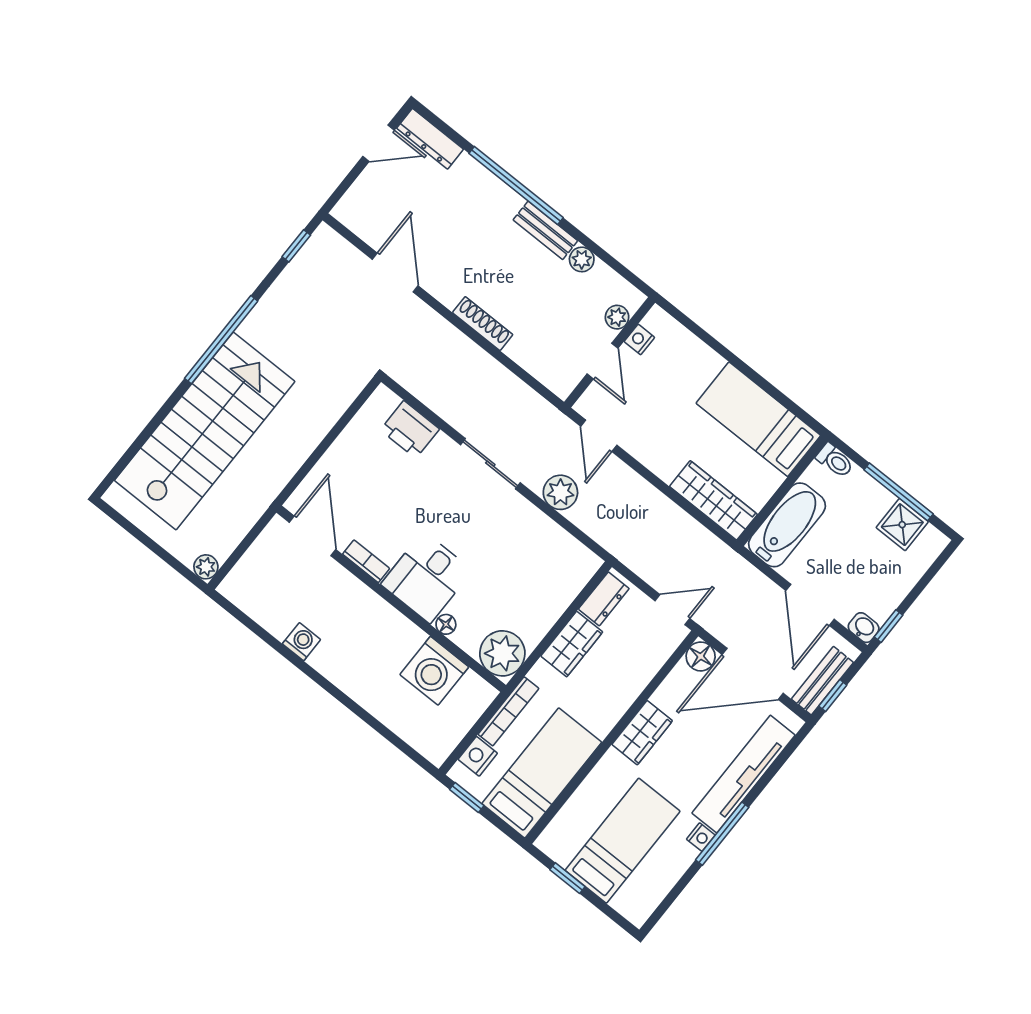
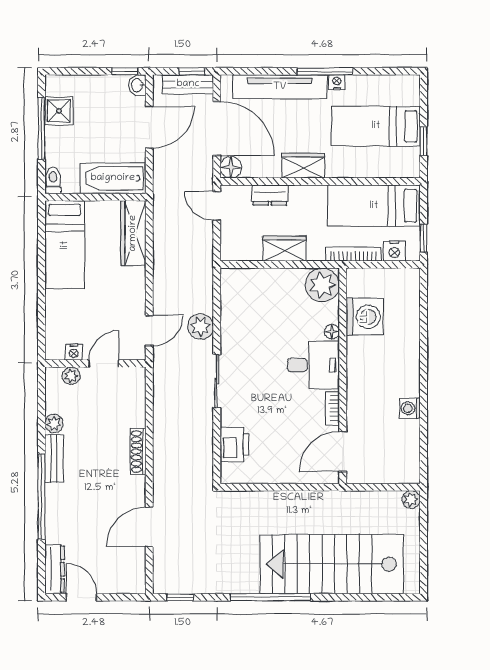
dresser: (604, 599) -> (270, 195), moved, turned 180

